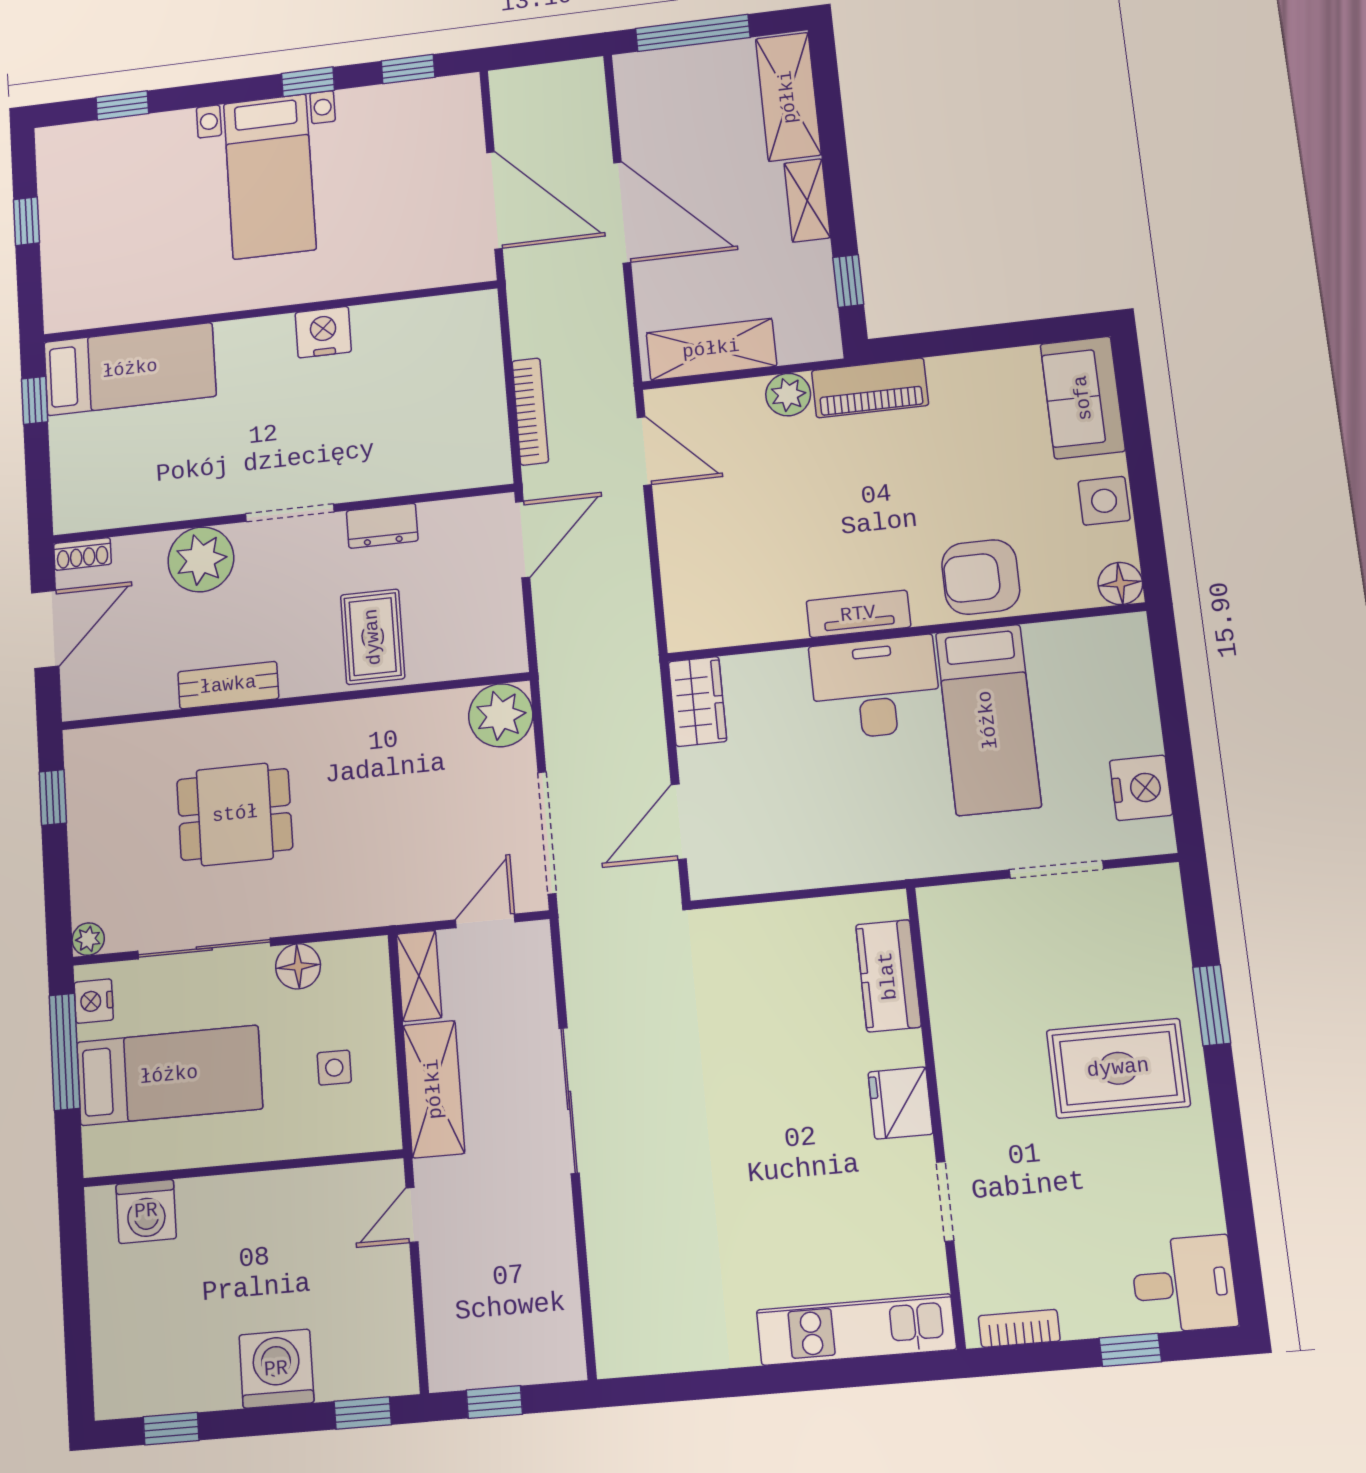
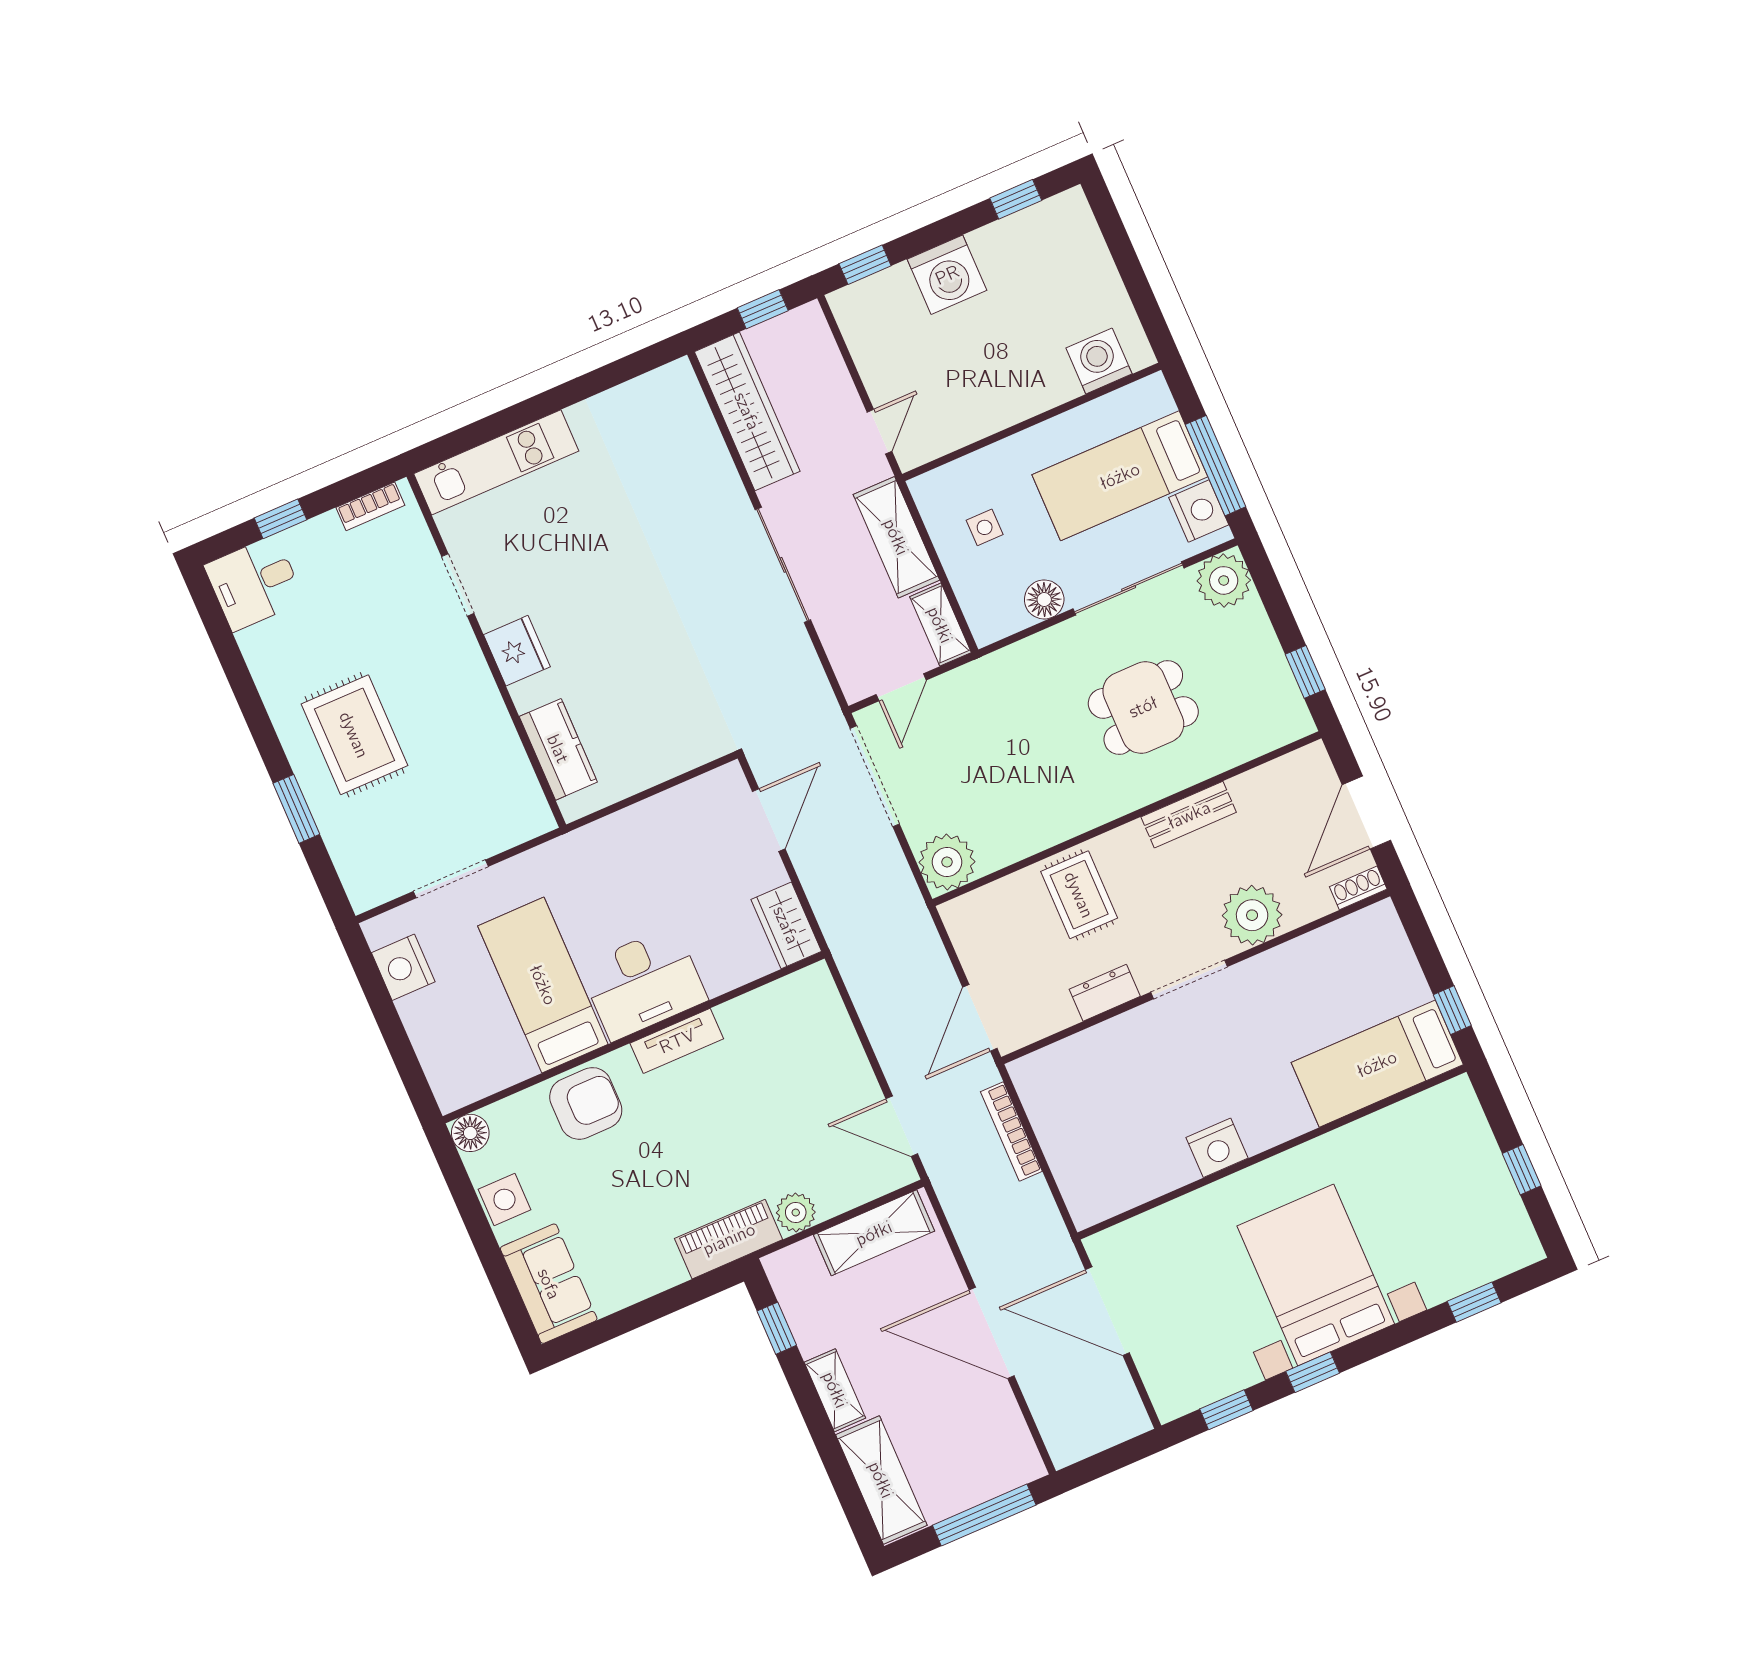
bed with nightstands: (270, 176) -> (1316, 1275), width x1.36
plant: (88, 939) -> (1224, 580), width x1.88, depth x1.88
nightstand: (94, 1001) -> (1199, 511), width x1.36, depth x1.33
rug: (1118, 1068) -> (354, 735), turned 90
wardrobe: (551, 1289) -> (747, 411), added

